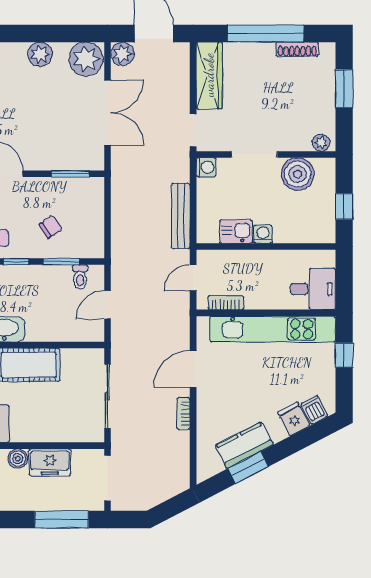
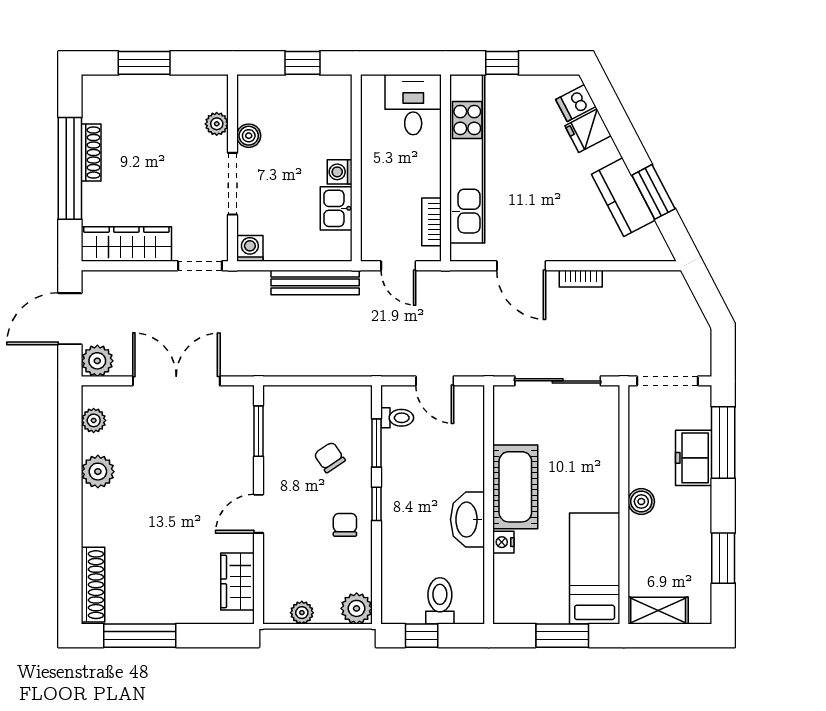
shoe rack: (297, 49) -> (91, 153), moved
plant: (86, 59) -> (94, 420), width x0.53, depth x0.53
plant: (321, 143) -> (217, 124), moved
boiler: (298, 174) -> (249, 136), width x0.54, depth x0.54
freezer: (50, 462) -> (694, 458), moved, turned 180

